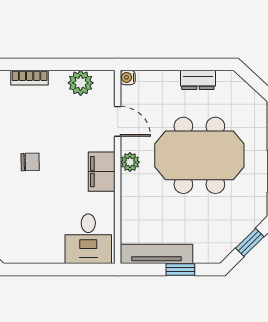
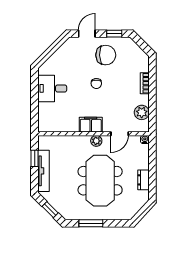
desk: (88, 239) -> (52, 88), moved
tv unit: (157, 254) -> (43, 171), moved
window: (180, 270) -> (35, 158), moved

